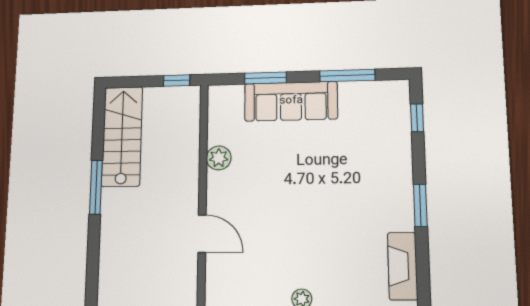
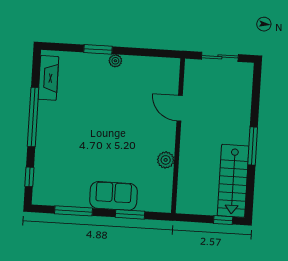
window: (177, 81) -> (223, 220), moved
sofa: (291, 101) -> (113, 196), width x0.73
window: (420, 205) -> (33, 117), width x2.11

